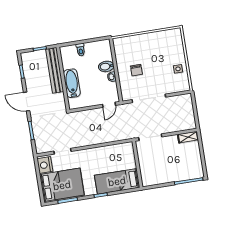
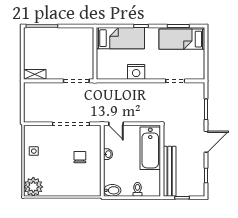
plant: (173, 37) -> (33, 187), added
bidet: (106, 66) -> (112, 190), moved
bathtub: (72, 83) -> (150, 148), width x1.36, depth x1.36
door: (27, 102) -> (206, 142), hinge flipped
door: (109, 105) -> (116, 124), swing flipped
nightstand: (45, 165) -> (136, 72), moved, turned 90
bed: (62, 185) -> (182, 39), width x0.67

